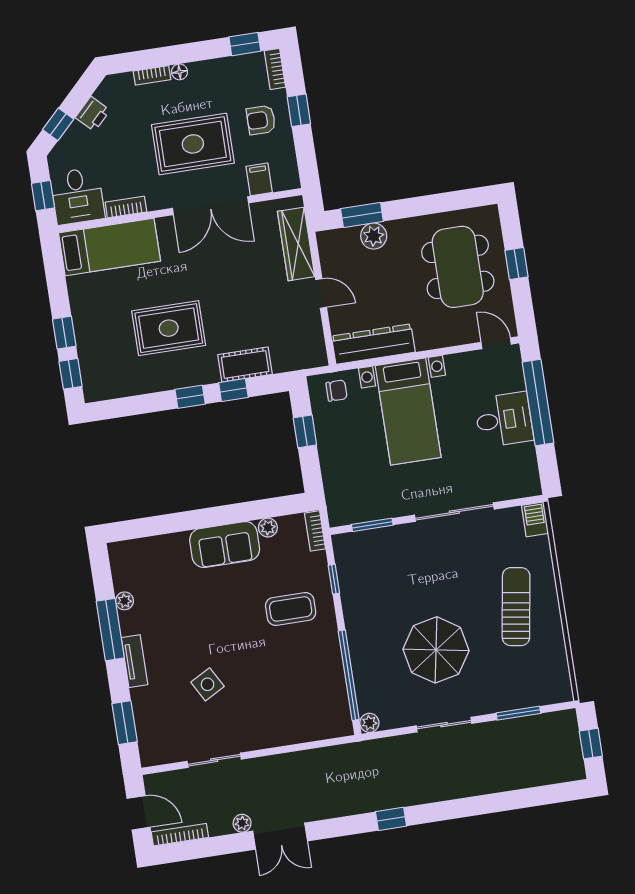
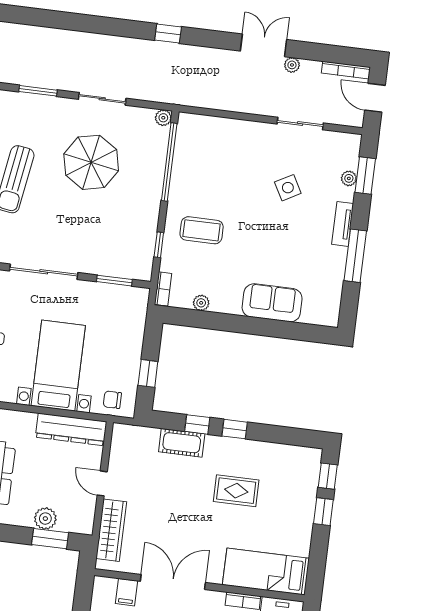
rug: (169, 328) -> (236, 491), width x0.73, depth x0.70
sofa: (225, 545) -> (272, 303), moved
plant: (125, 601) -> (349, 178), moved

